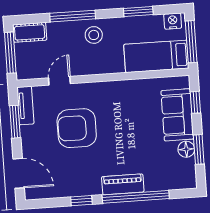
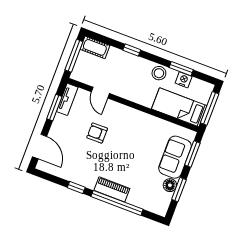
window: (73, 16) -> (132, 50), width x0.46
nightstand: (173, 21) -> (184, 80), moved
stool: (94, 35) -> (159, 73), moved
door: (59, 81) -> (100, 93), swing flipped
window: (195, 102) -> (192, 154), width x1.50
armchair: (77, 128) -> (97, 133), width x0.53, depth x0.53

